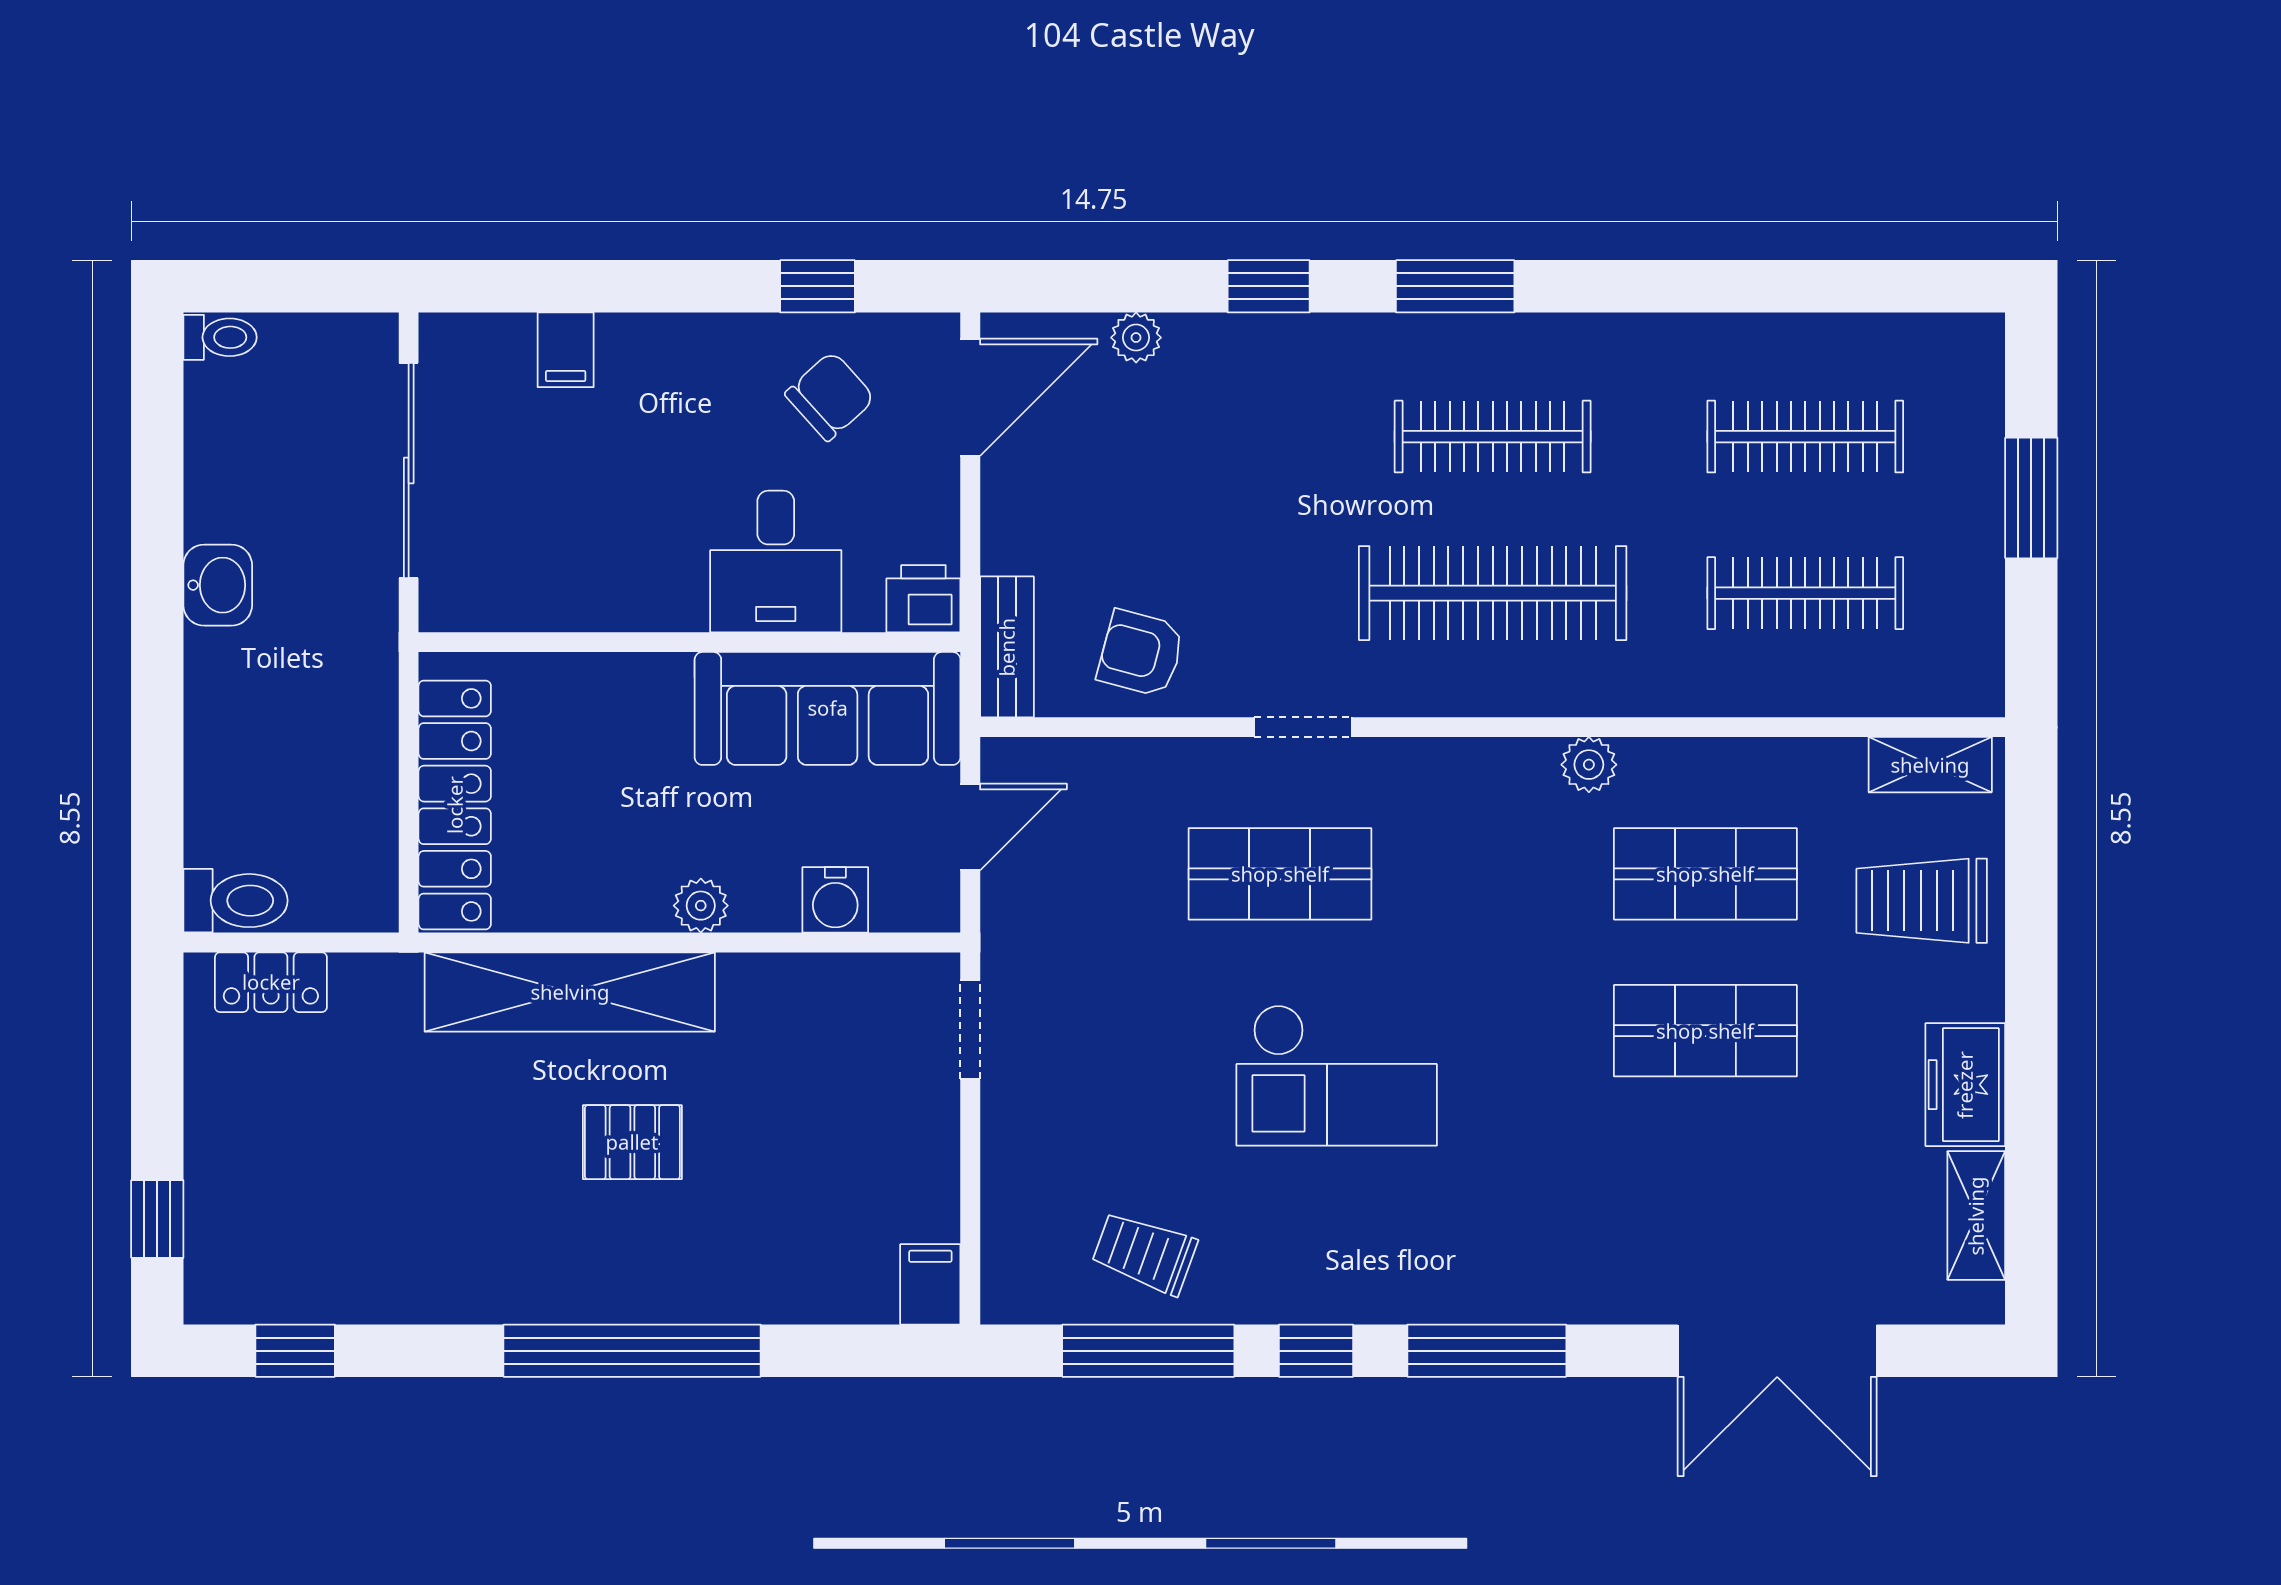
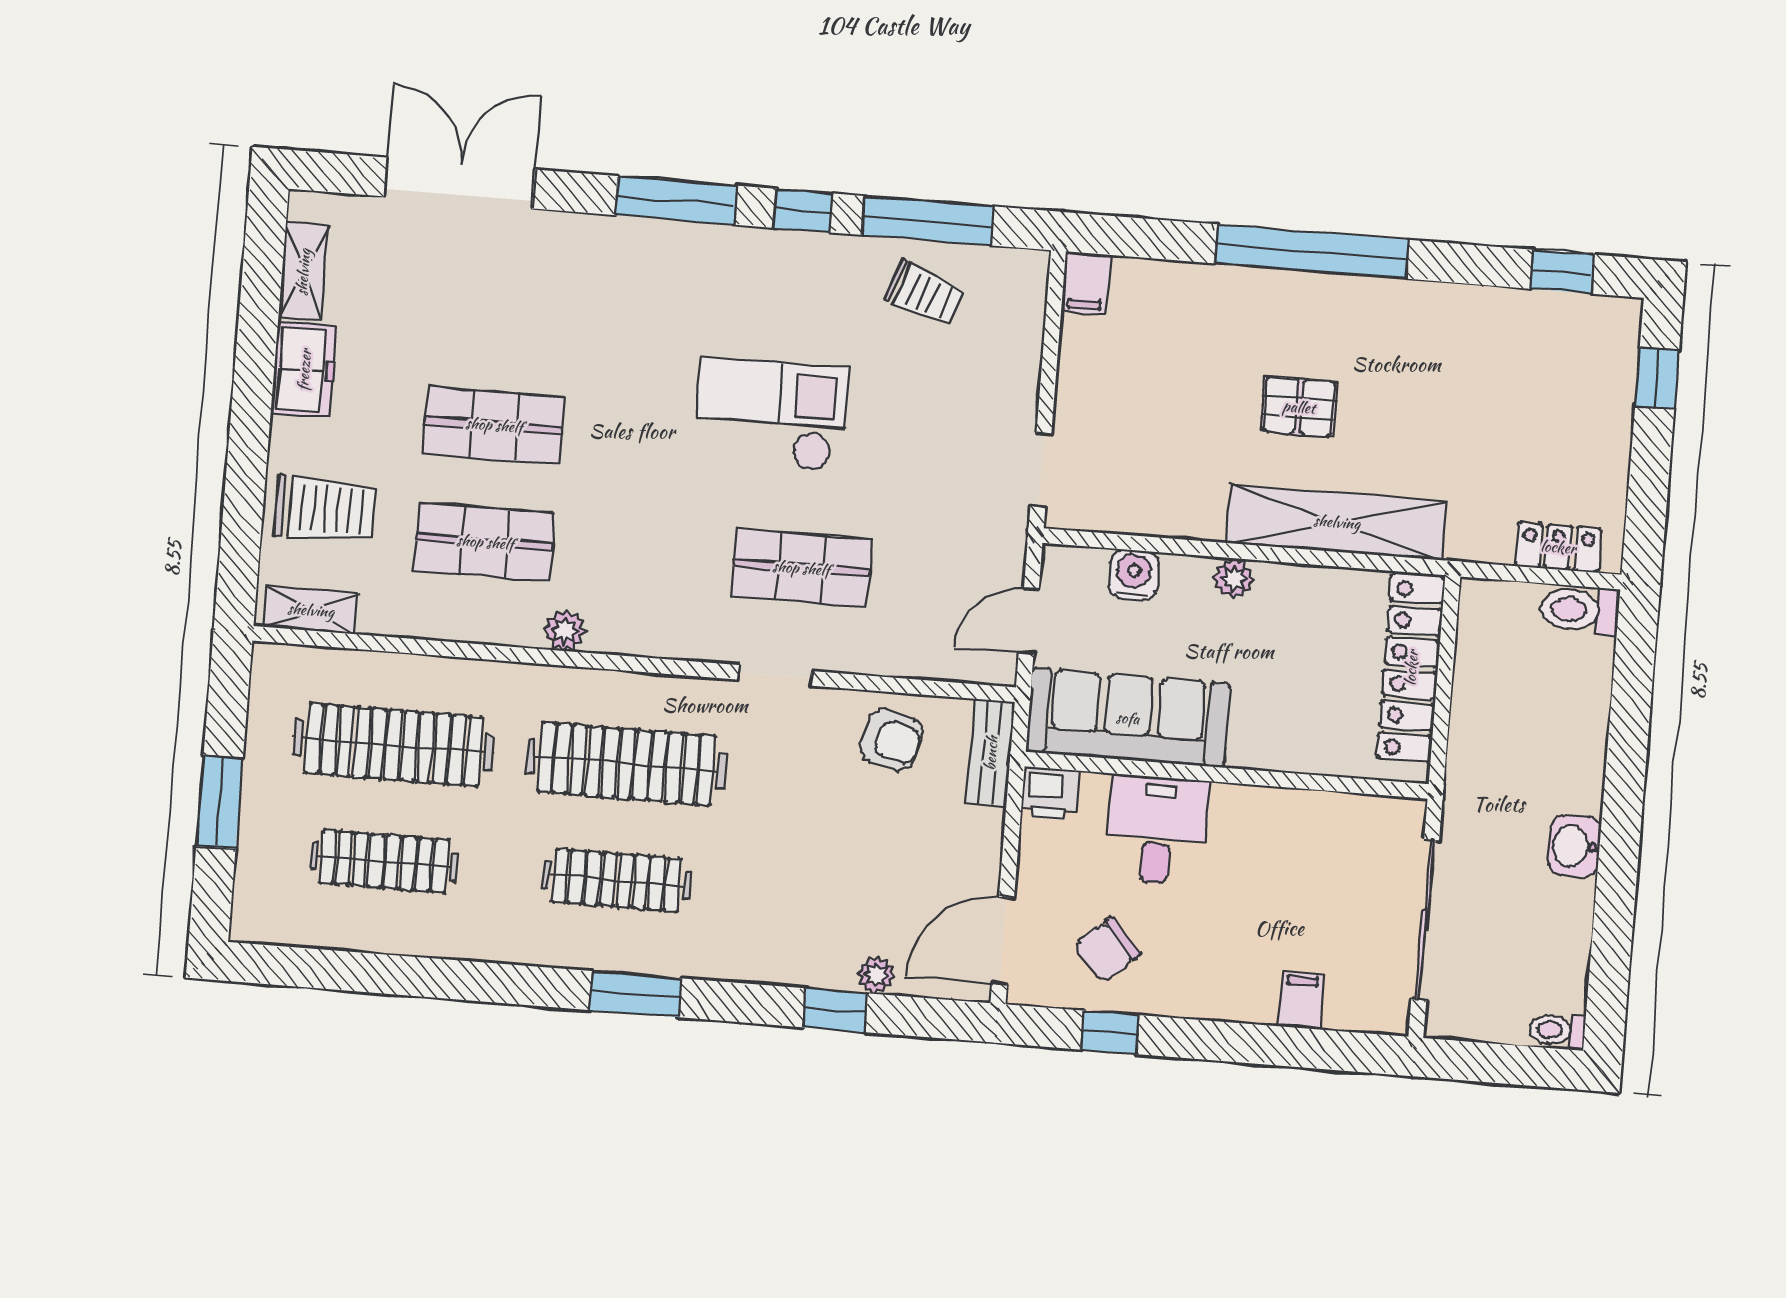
window: (1269, 286) -> (835, 1010), moved
clothes rail: (1805, 593) -> (393, 745), width x1.37, depth x1.31

